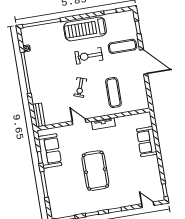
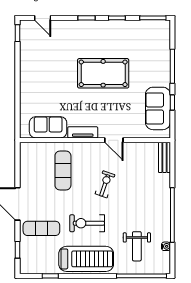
weight bench: (49, 45) -> (137, 246), added
exercise bike: (89, 56) -> (87, 223), turned 180
sofa: (147, 142) -> (48, 127), moved, turned -90
pool table: (95, 171) -> (103, 73), turned 90

